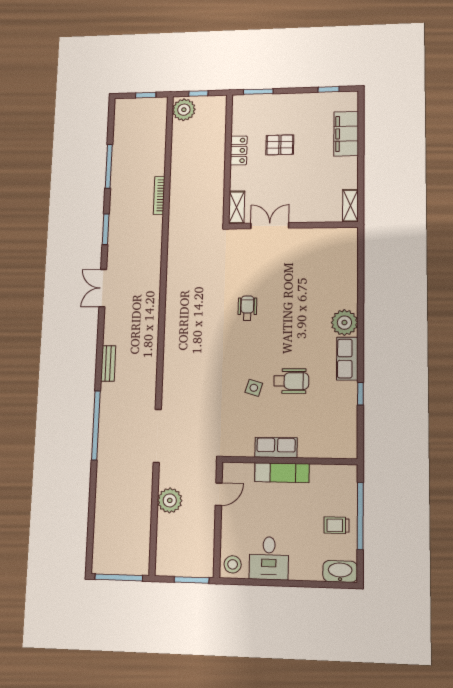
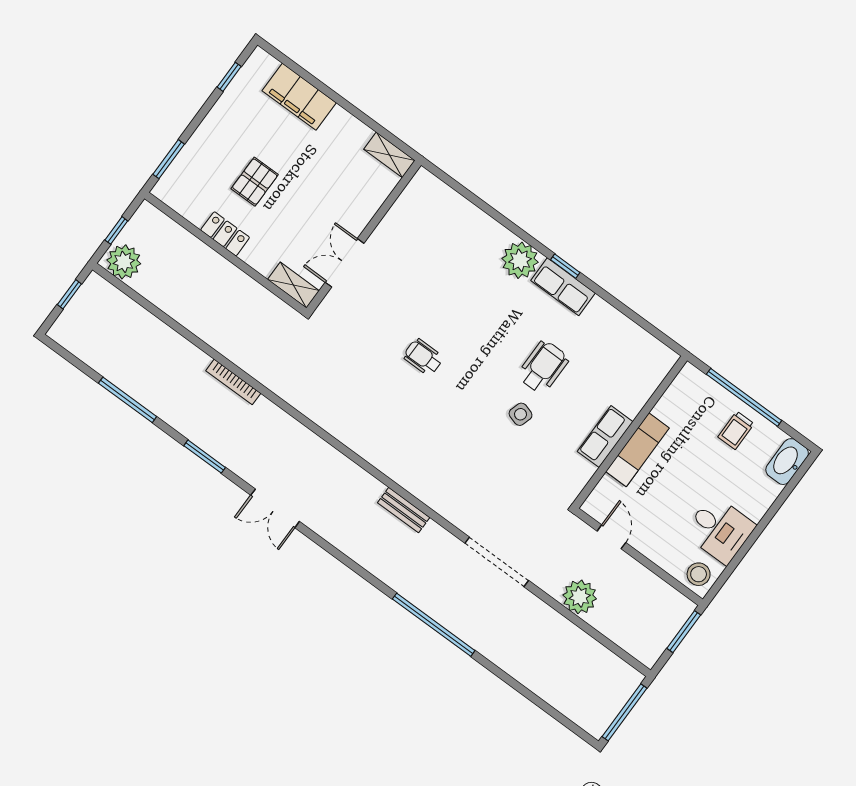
bookcase: (159, 195) -> (233, 382), moved
bench: (108, 363) -> (404, 510), moved
window: (360, 394) -> (565, 266), moved

